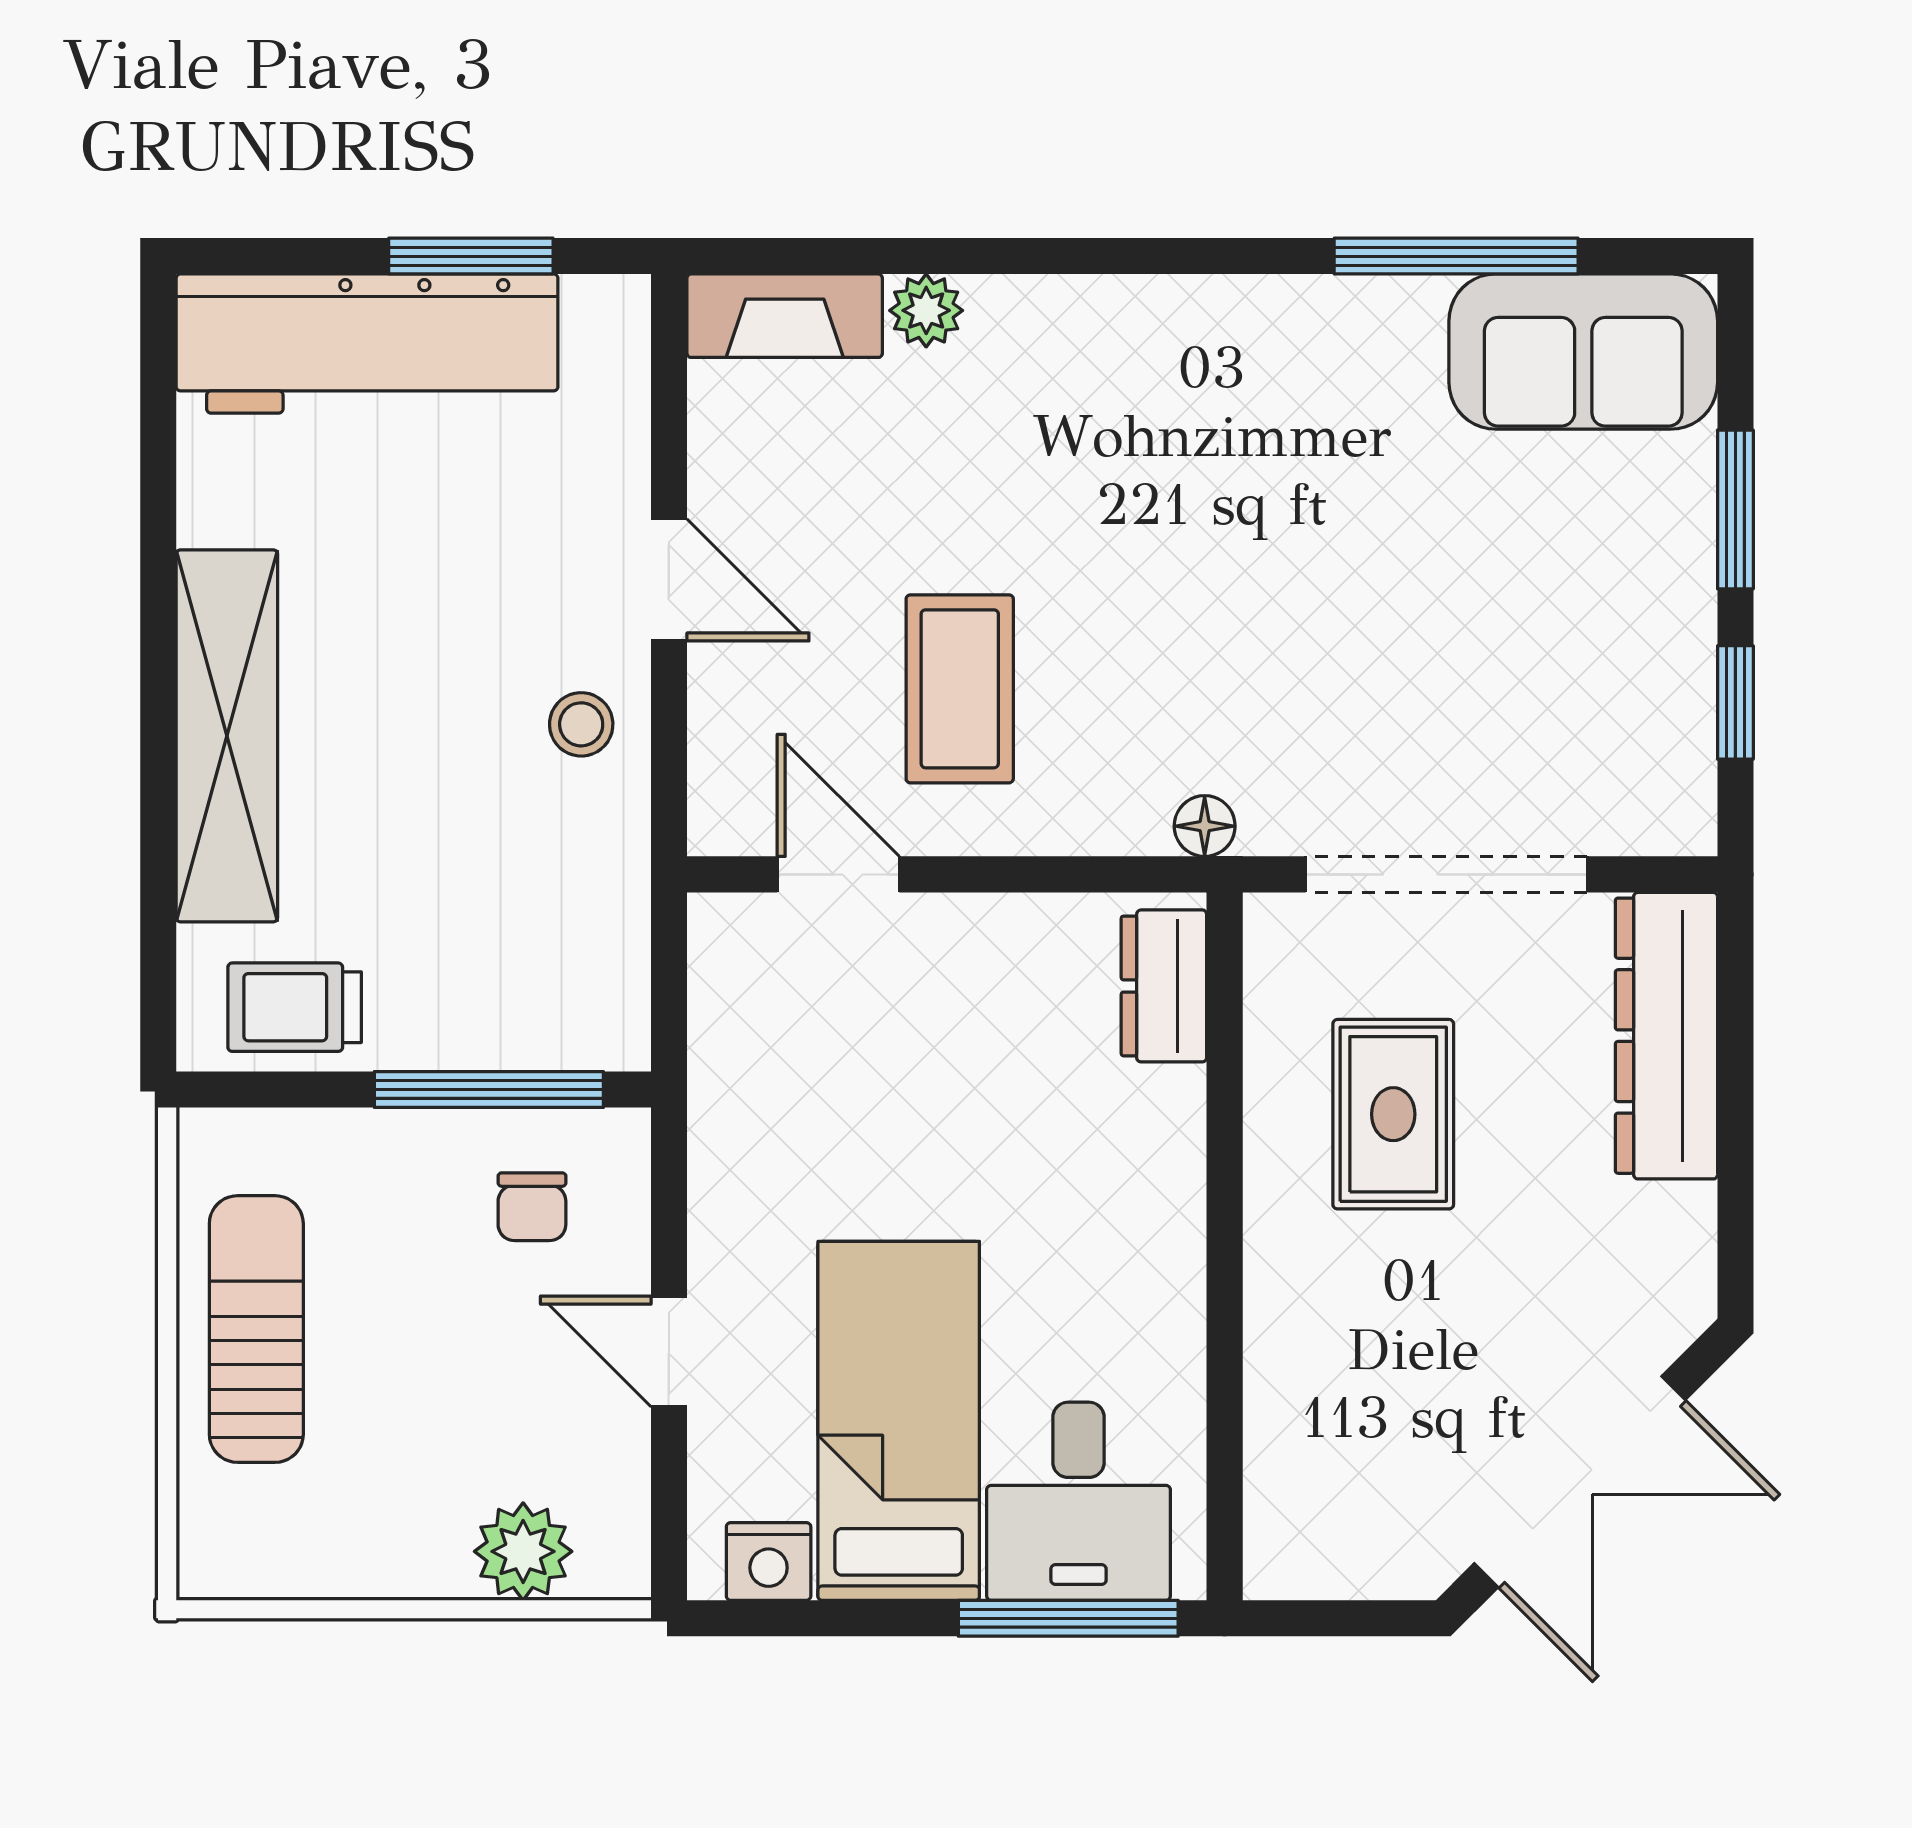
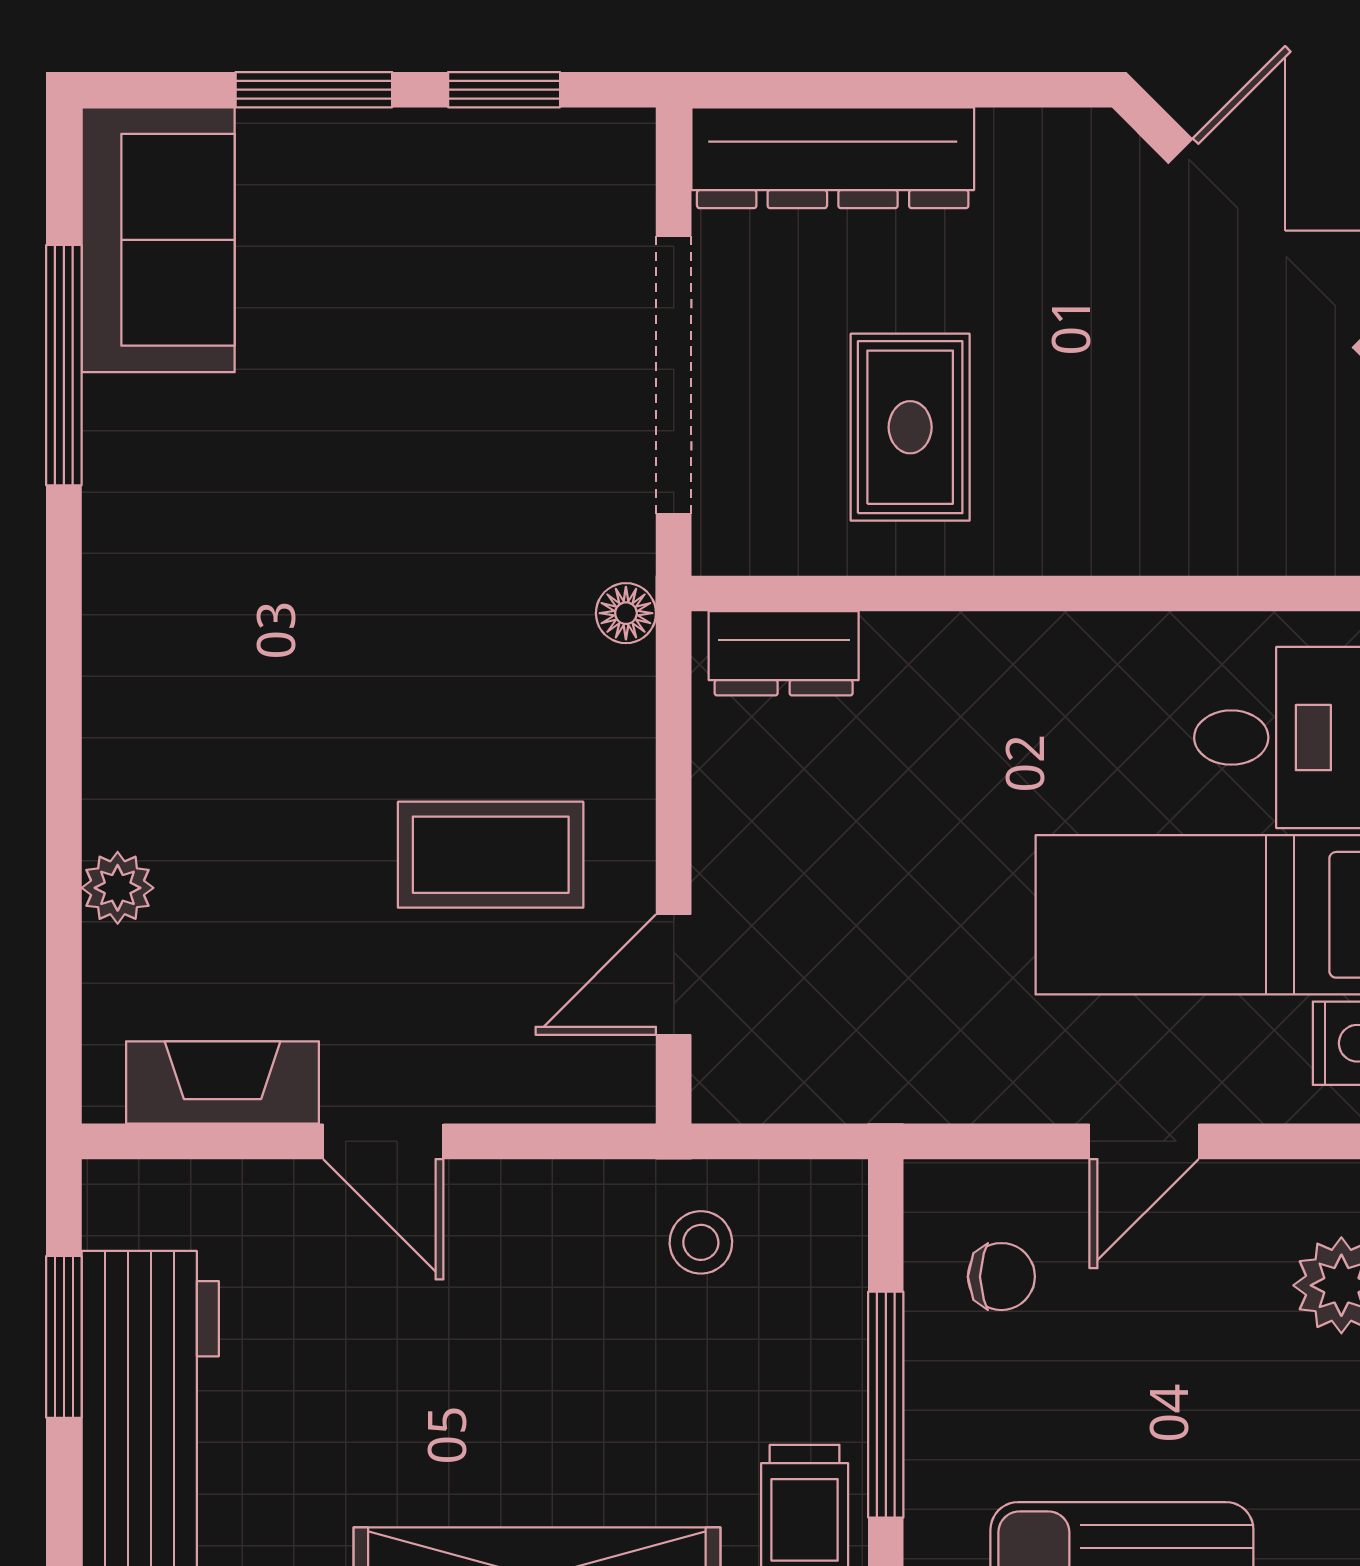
fireplace: (785, 316) -> (223, 1083), moved, turned -90
door: (669, 580) -> (383, 1141), swing flipped
stool: (581, 724) -> (701, 1242), moved
window: (489, 1089) -> (886, 1405), moved
rug: (1393, 1114) -> (910, 427), turned 90

